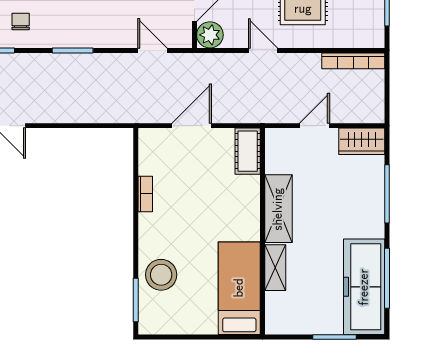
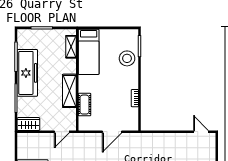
door: (314, 126) -> (62, 132), moved
cot: (248, 151) -> (85, 105), moved
shelving: (275, 268) -> (71, 47), moved
freezer: (364, 287) -> (27, 73), moved

